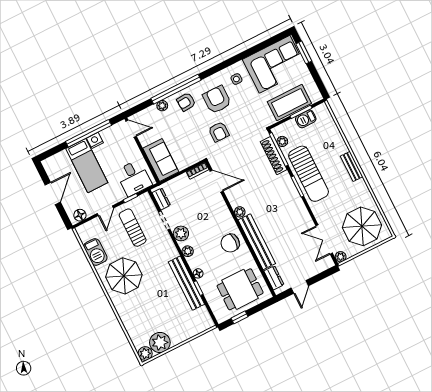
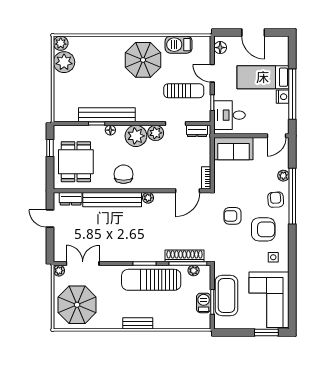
plant: (188, 251) -> (136, 136), width x1.87, depth x1.87

